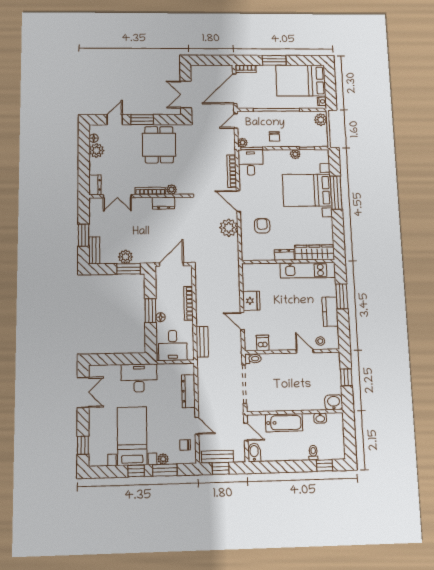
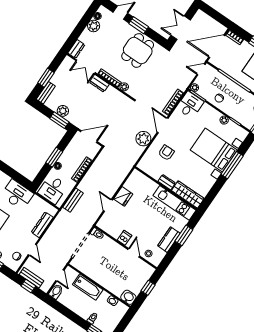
dresser: (164, 203) -> (99, 83), moved
dishwasher: (263, 343) -> (124, 238), moved

